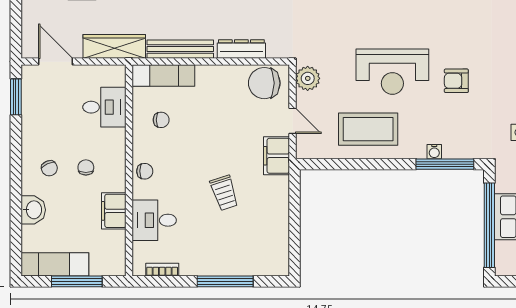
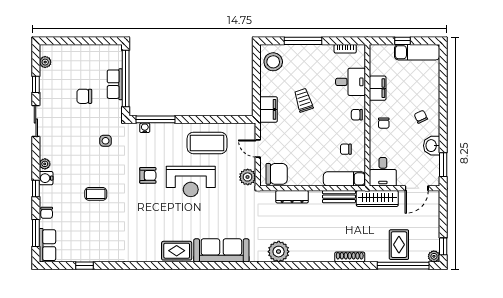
bench: (180, 49) -> (339, 197), width x0.73
door: (55, 62) -> (417, 188), hinge flipped
reception desk: (392, 72) -> (191, 182), turned 180
desk: (104, 107) -> (383, 172), moved, turned -90
water cooler: (434, 152) -> (145, 128), moved
filing cabinet: (276, 156) -> (269, 109), moved
chair: (86, 167) -> (384, 123), moved
washbasin: (33, 210) -> (432, 146), moved
stool: (269, 250) -> (273, 62), added
window: (77, 281) -> (402, 41), width x0.46

